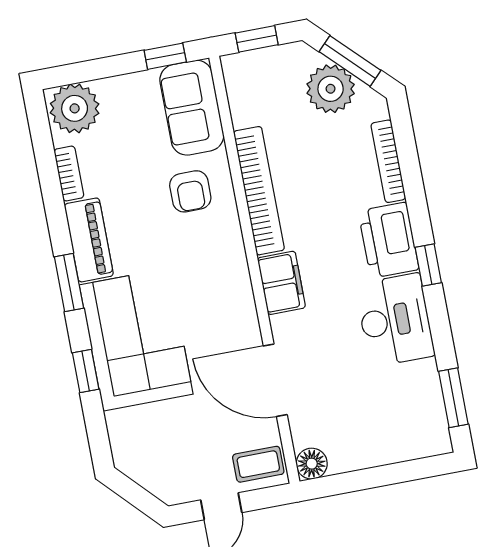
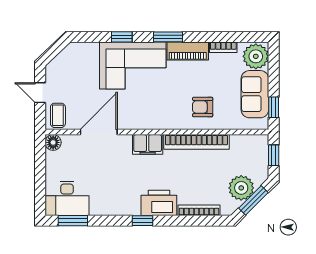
sofa: (192, 108) -> (255, 94), moved, turned -90
desk: (395, 320) -> (67, 198), moved

